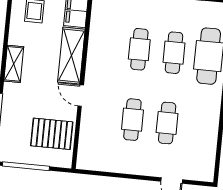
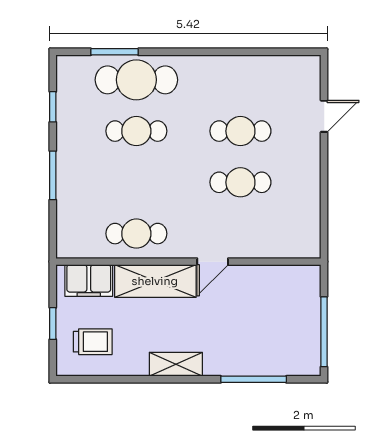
cafe table: (139, 49) -> (136, 234), moved
pallet: (52, 134) -> (273, 299), removed

